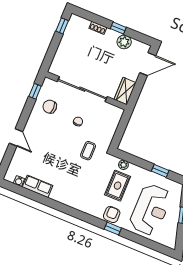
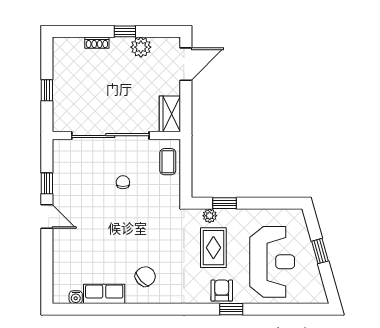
window: (62, 26) -> (47, 90), moved
window: (35, 91) -> (47, 183), moved
chair: (50, 107) -> (145, 276), moved, turned 138
door: (16, 137) -> (47, 216), moved
coffee table: (88, 151) -> (168, 162), moved
window: (160, 171) -> (224, 203), moved

